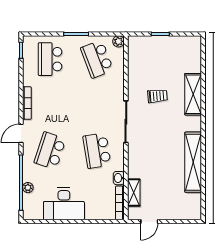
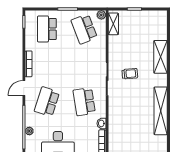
trolley: (157, 96) -> (130, 74), moved
shelving: (134, 193) -> (113, 24), moved

